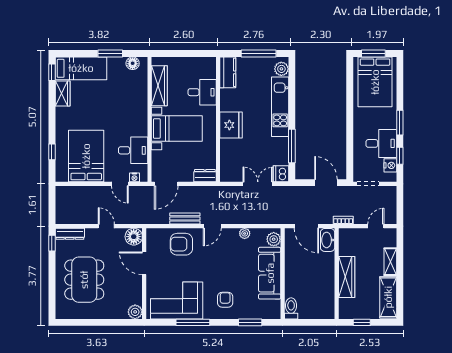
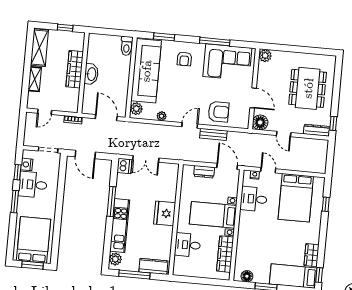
kitchen counter: (228, 72) -> (153, 266), moved, turned 90
window: (292, 146) -> (111, 202), moved
dresser: (205, 176) -> (204, 172), moved
door: (166, 184) -> (227, 166), hinge flipped
washbasin: (328, 240) -> (91, 74), moved
sofa: (270, 273) -> (146, 71), width x1.36, depth x1.27

